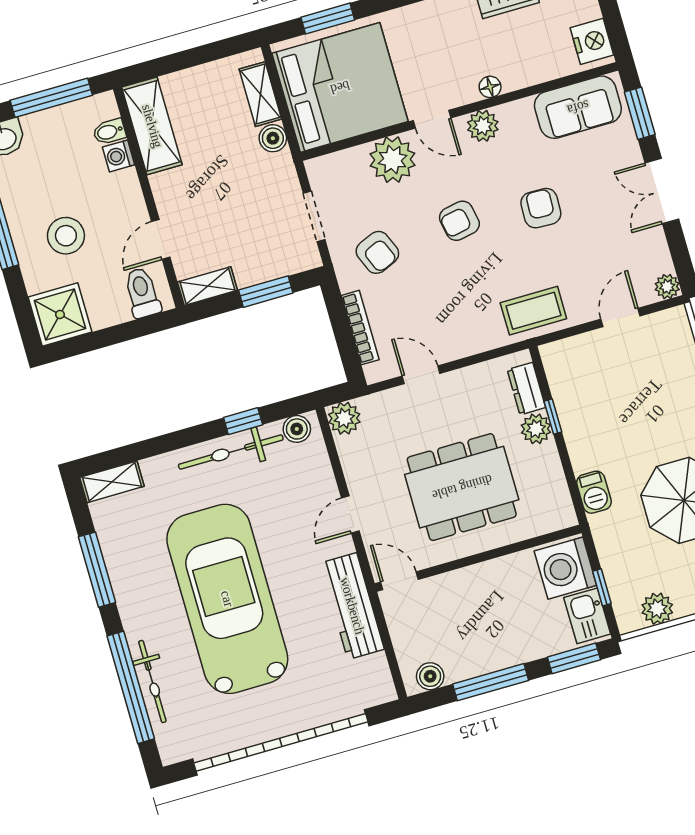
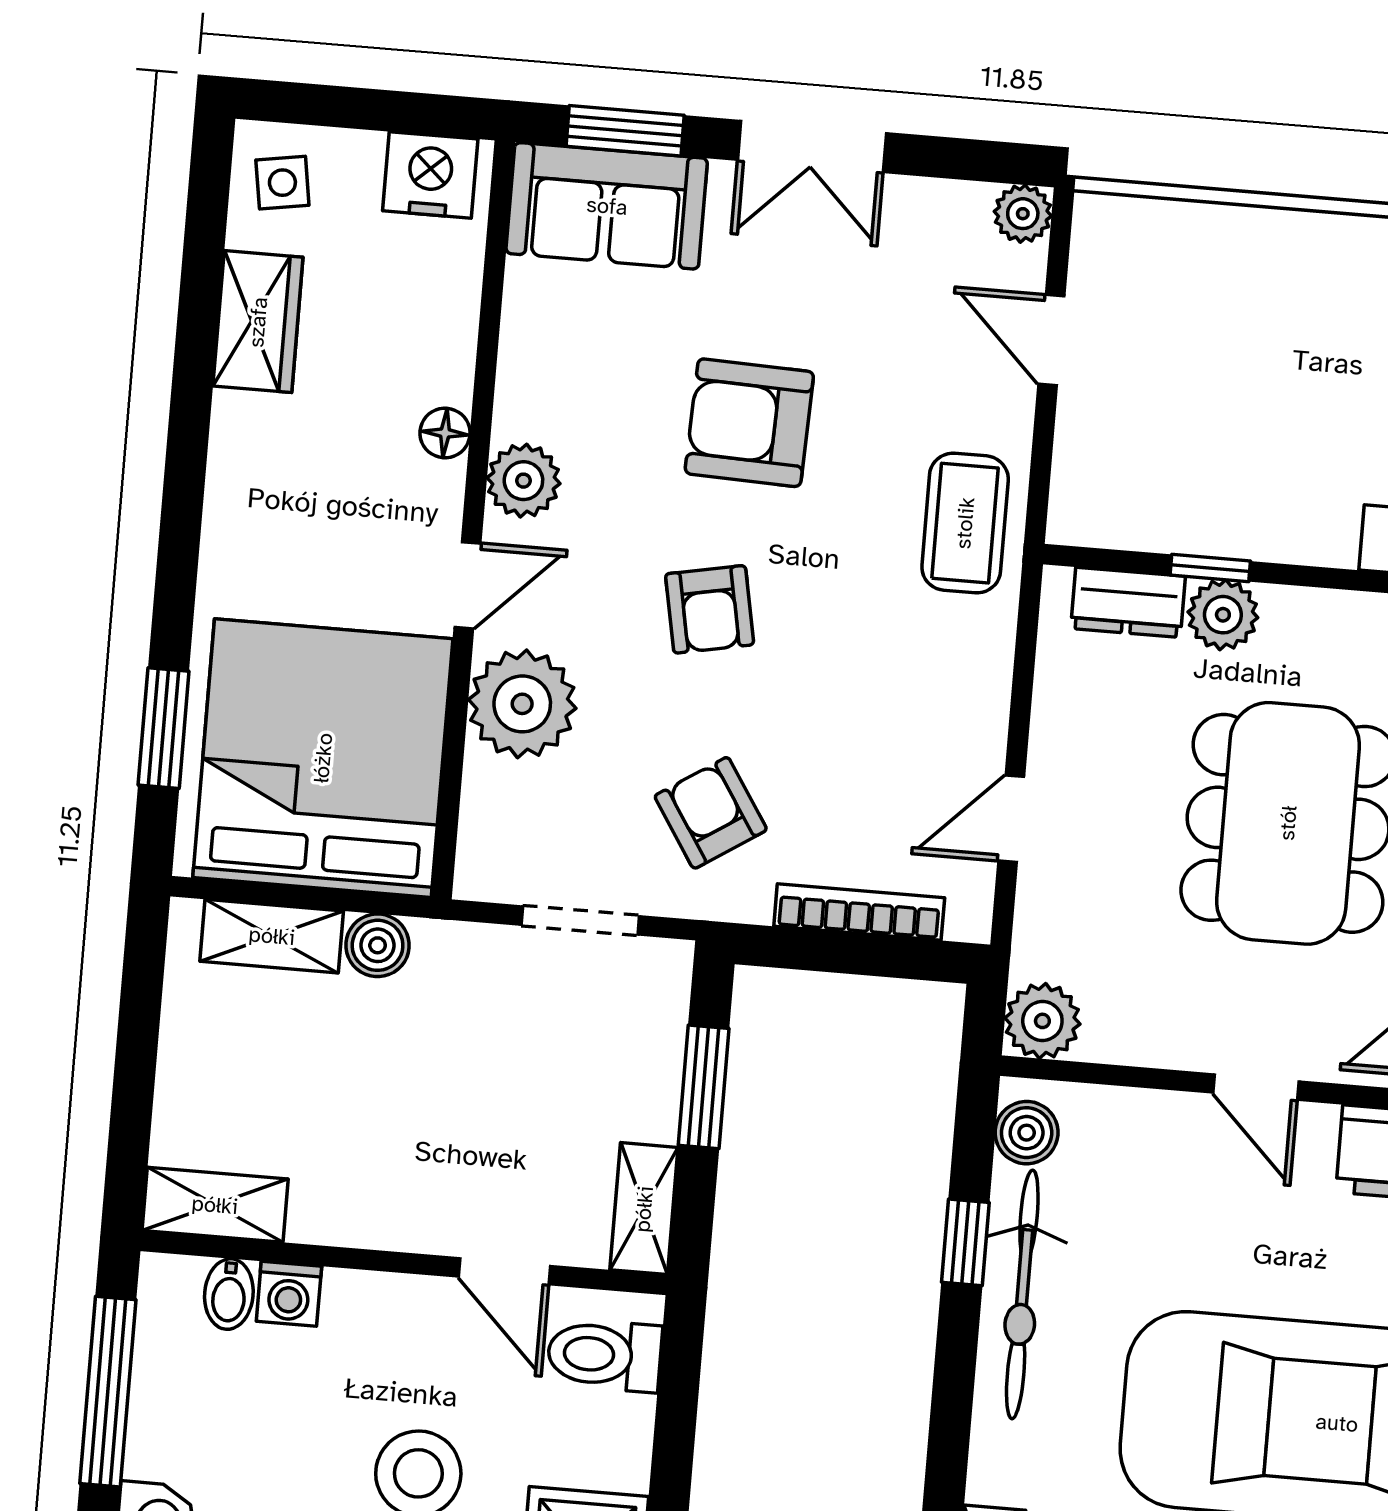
sofa: (578, 107) -> (607, 206), moved, turned 90
shelving: (152, 126) -> (215, 1205), width x0.67, depth x0.75
armchair: (541, 208) -> (749, 423), width x1.38, depth x1.38
armchair: (377, 252) -> (711, 813), turned -100

